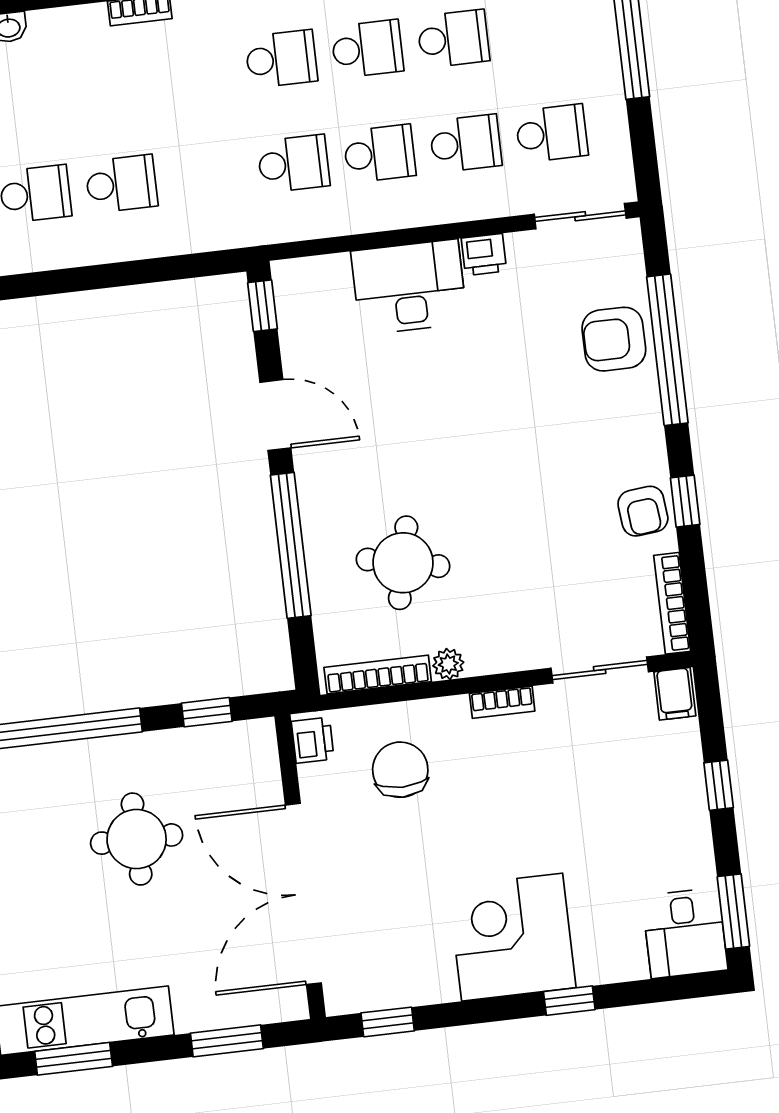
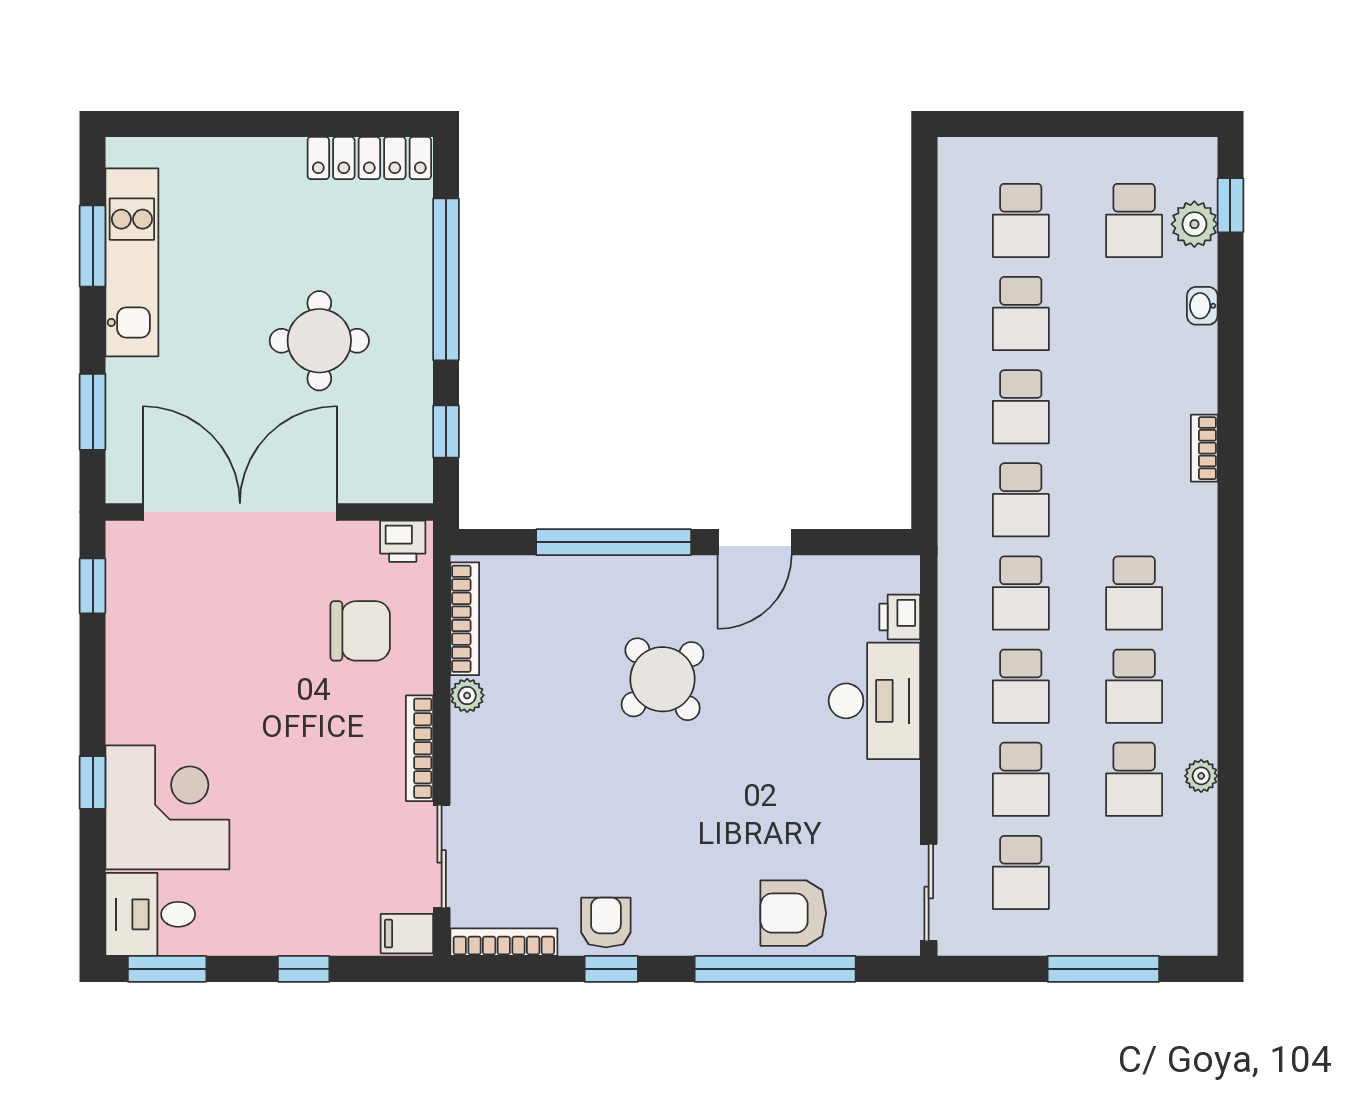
school desk: (207, 174) -> (1021, 500), added
printer: (484, 255) -> (900, 617), moved
window: (263, 306) -> (873, 542), removed
armchair: (614, 339) -> (793, 913), turned -90
armchair: (643, 511) -> (606, 922), turned 96
round table: (403, 563) -> (663, 679), moved, turned 37
bookcase: (502, 702) -> (419, 748), width x1.56
corner desk: (512, 937) -> (167, 807), moved

